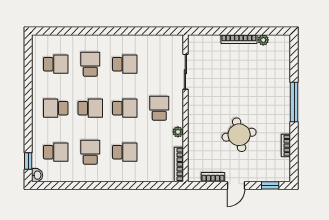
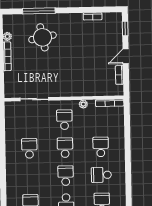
school desk: (90, 64) -> (30, 176), removed
window: (294, 102) -> (39, 11), moved
school desk: (159, 108) -> (64, 120), turned 90
round table: (239, 135) -> (42, 37), moved
door: (236, 185) -> (126, 56), swing flipped

